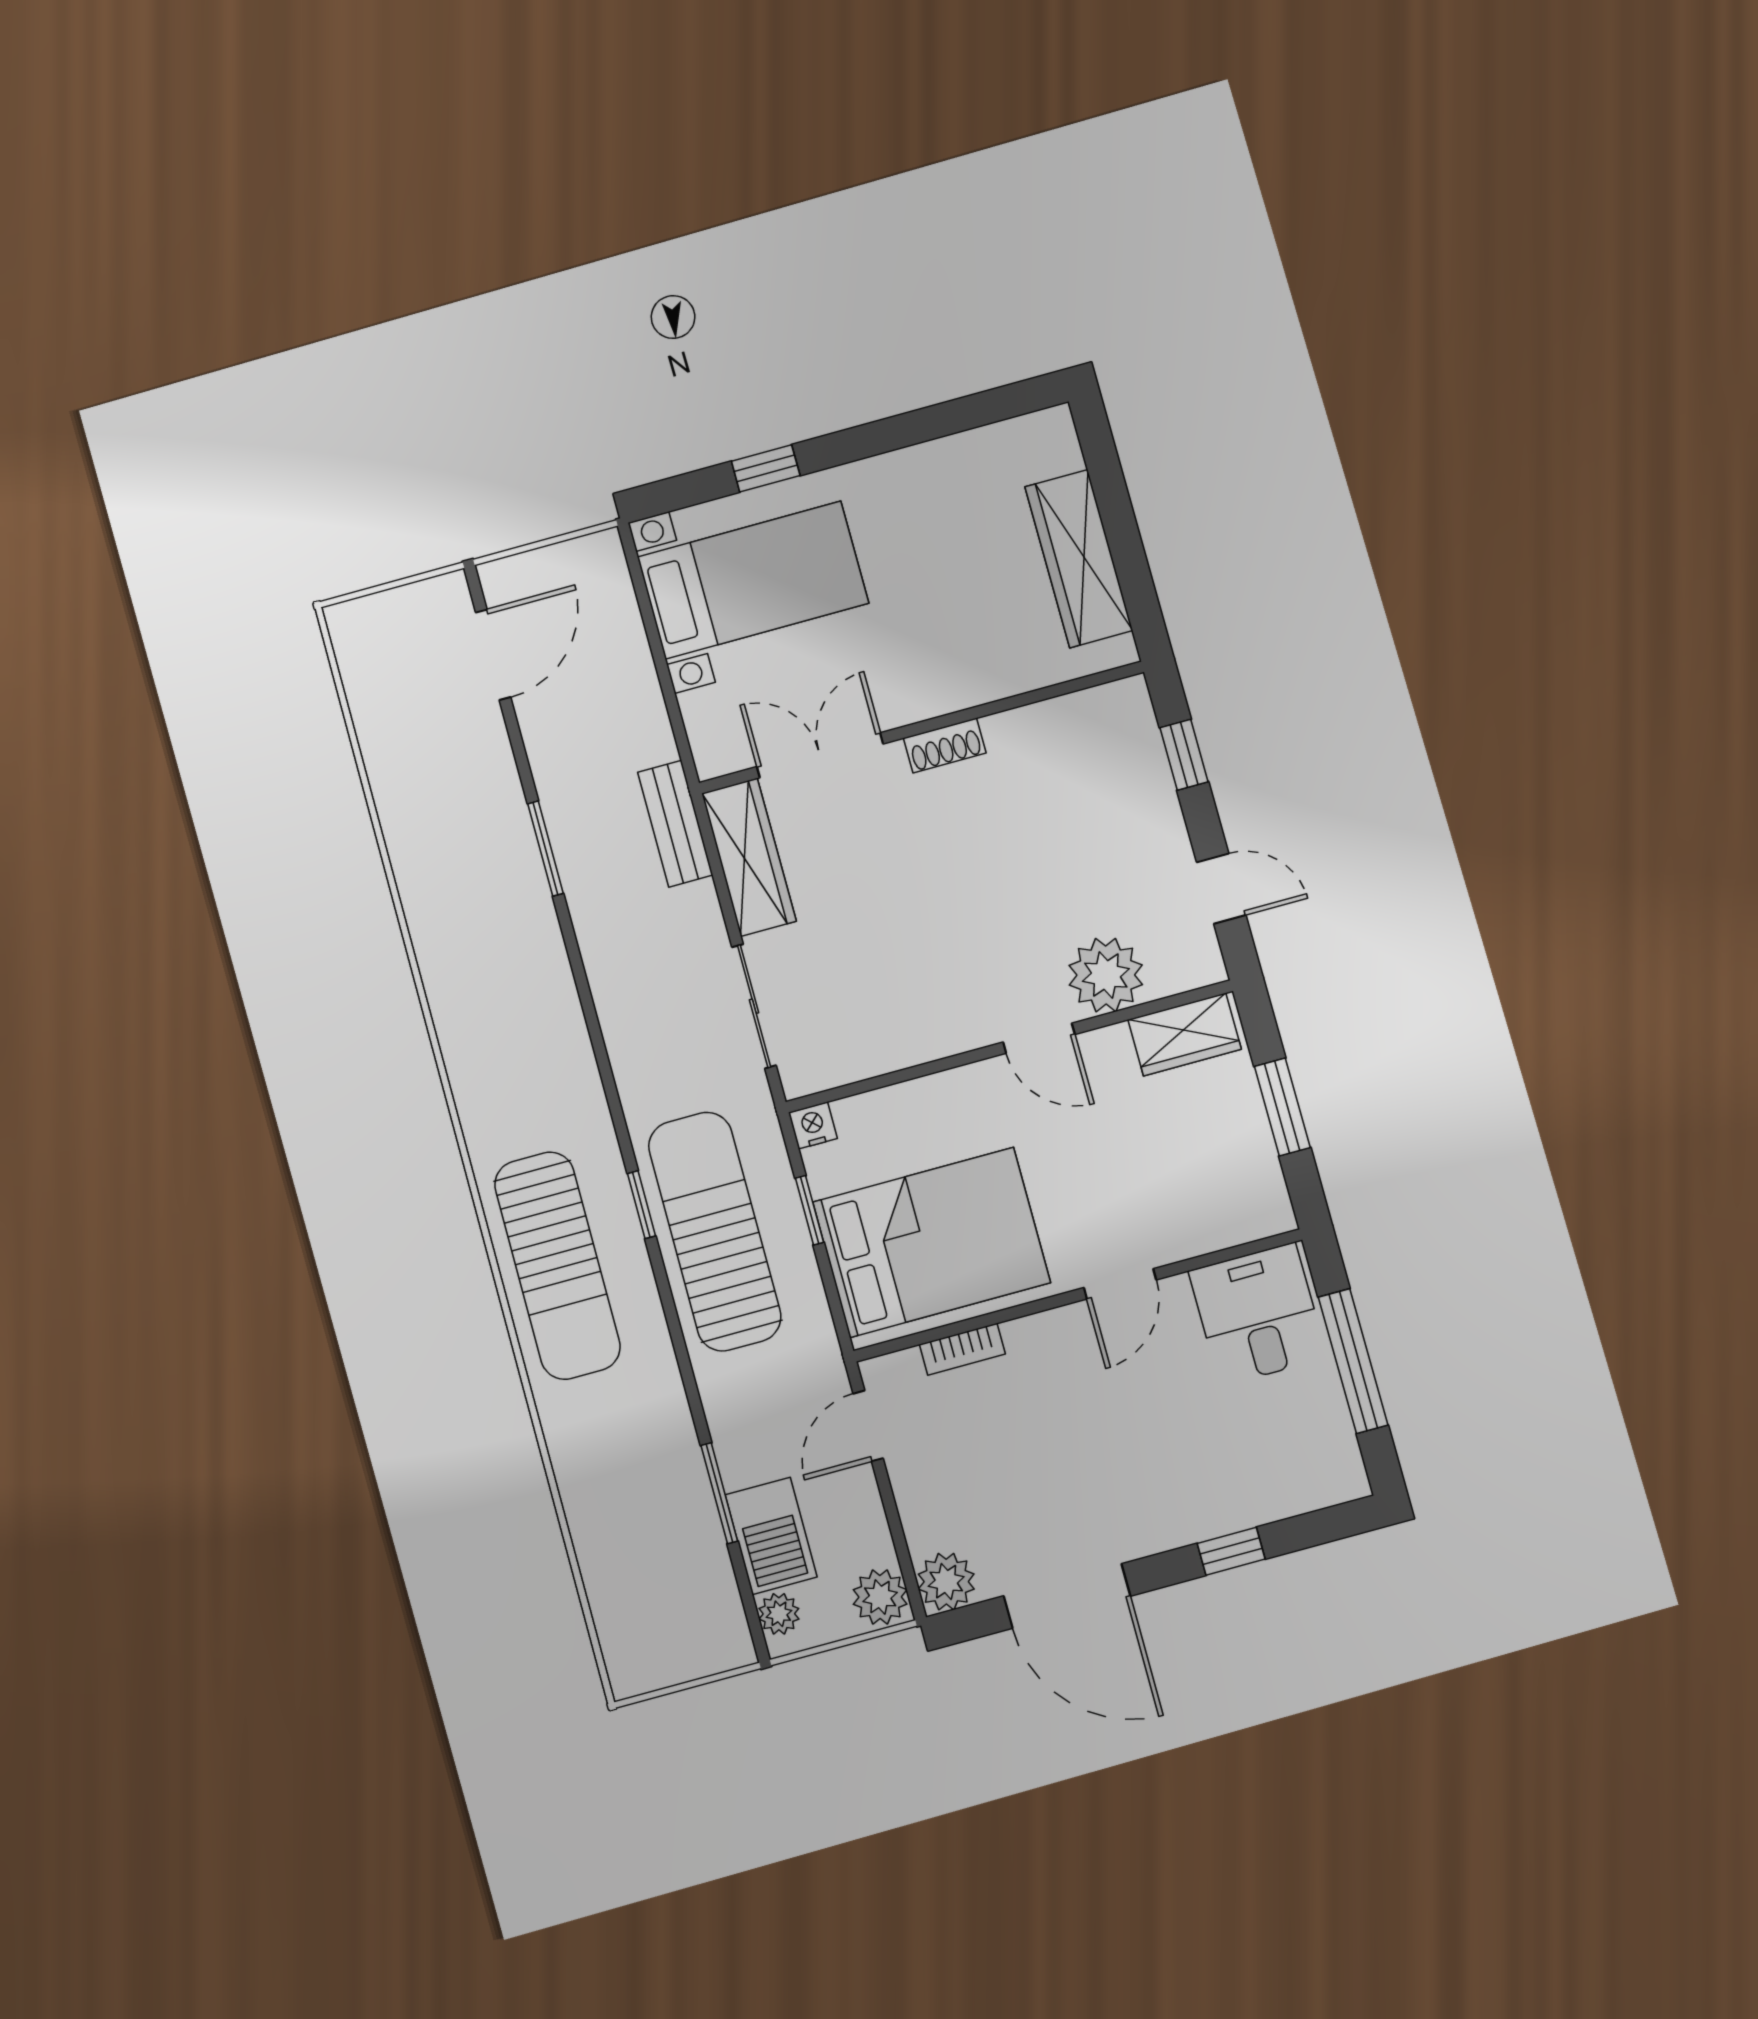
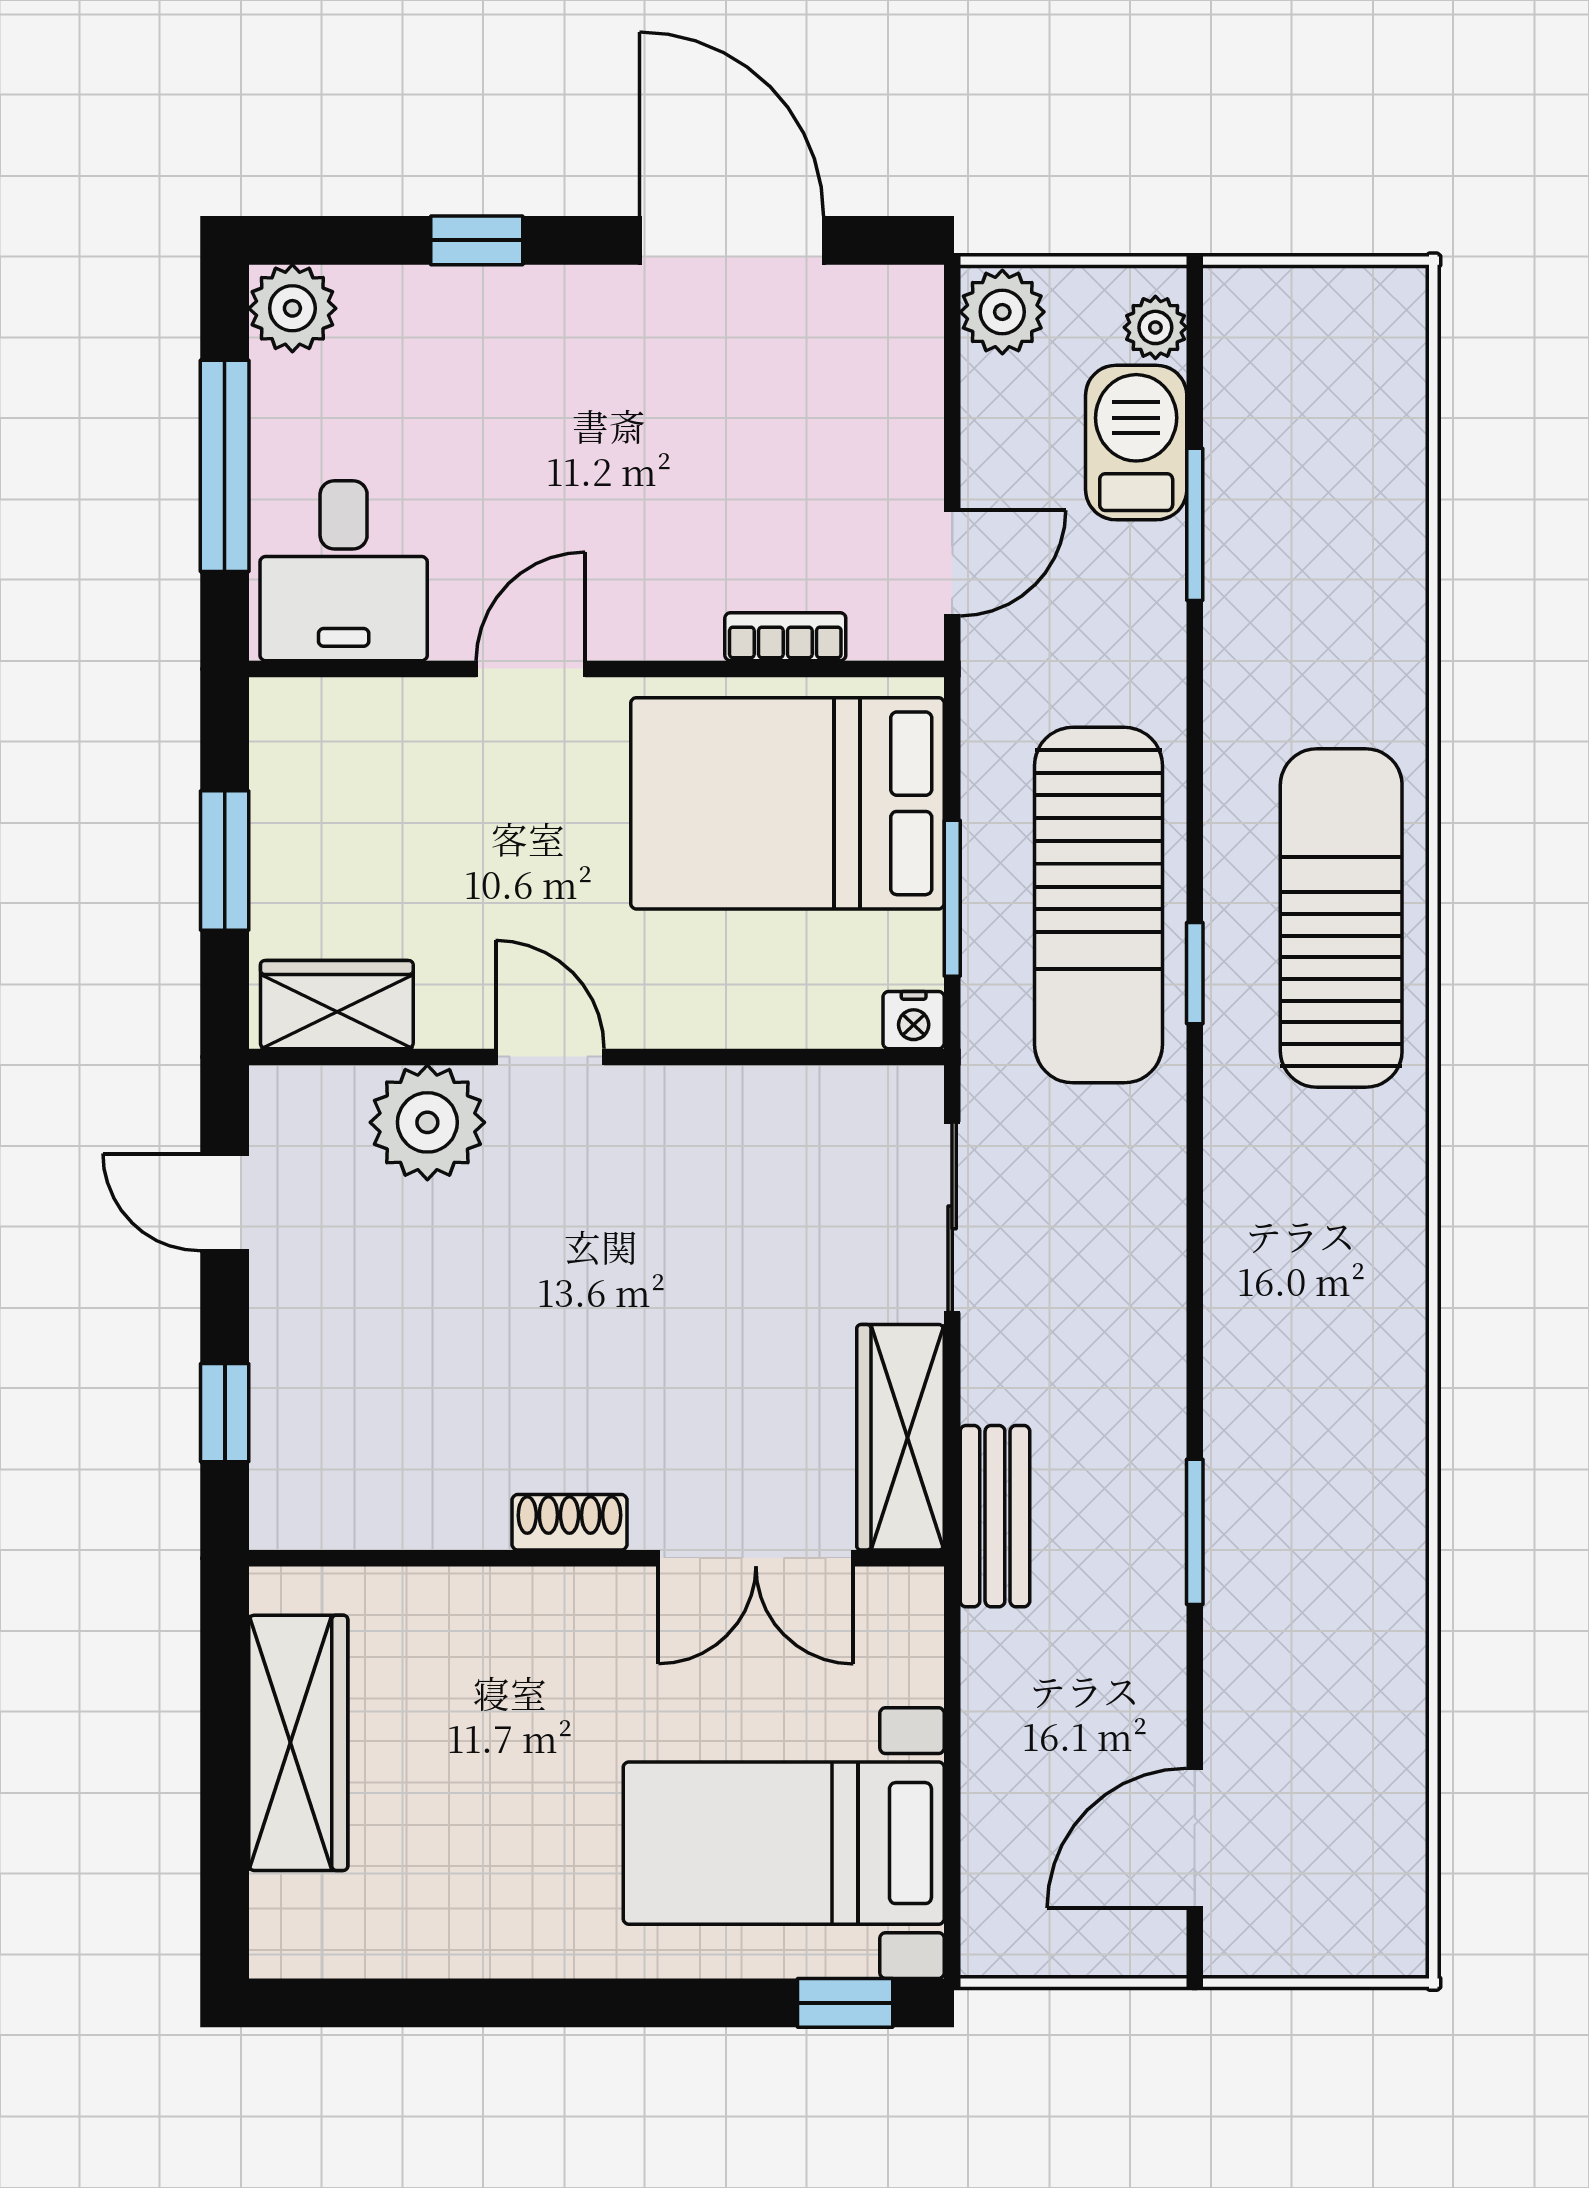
window: (766, 468) -> (845, 2003), moved
window: (810, 1210) -> (952, 898), width x1.50
plant: (946, 1582) -> (292, 308), moved

